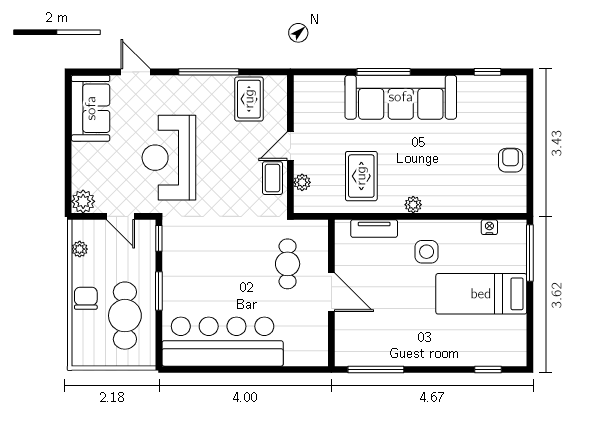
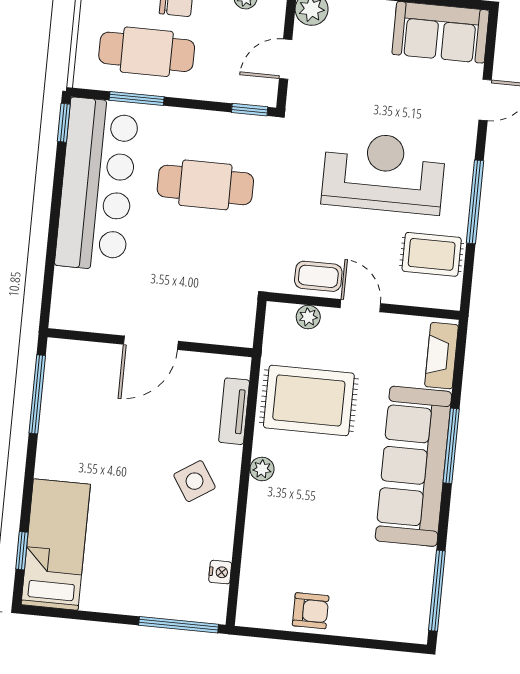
window: (488, 72) -> (437, 591), width x2.17
fireplace: (320, 85) -> (442, 356), added
reception desk: (169, 158) -> (384, 173), moved
rug: (361, 176) -> (309, 400), width x1.36, depth x1.43
side table: (427, 252) -> (195, 481), turned -33
cafe table: (288, 264) -> (205, 185), moved, width x1.37, depth x1.35
window: (159, 291) -> (137, 99), moved
bed: (481, 294) -> (56, 544), moved
window: (181, 370) -> (64, 123), added

